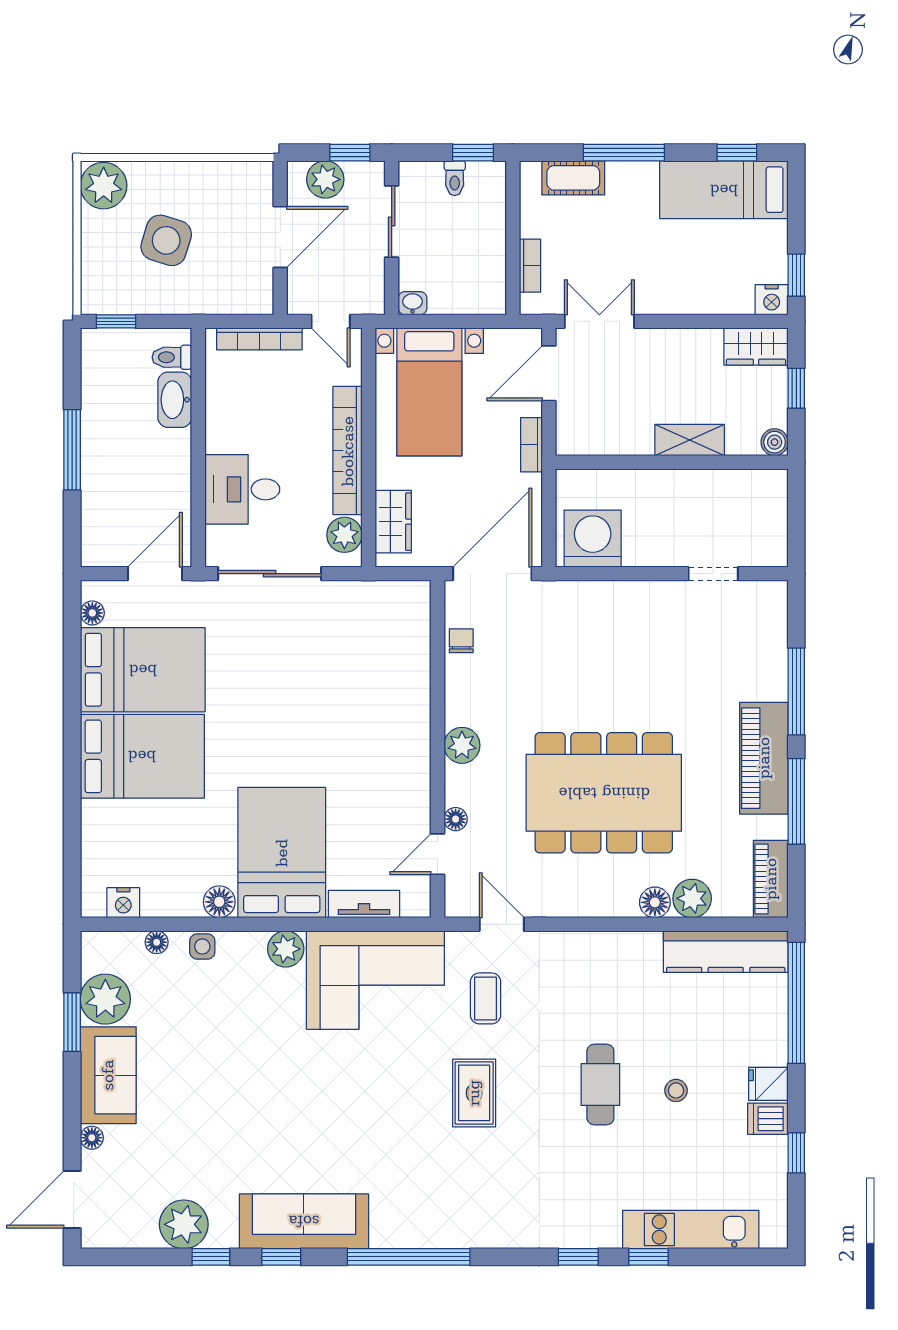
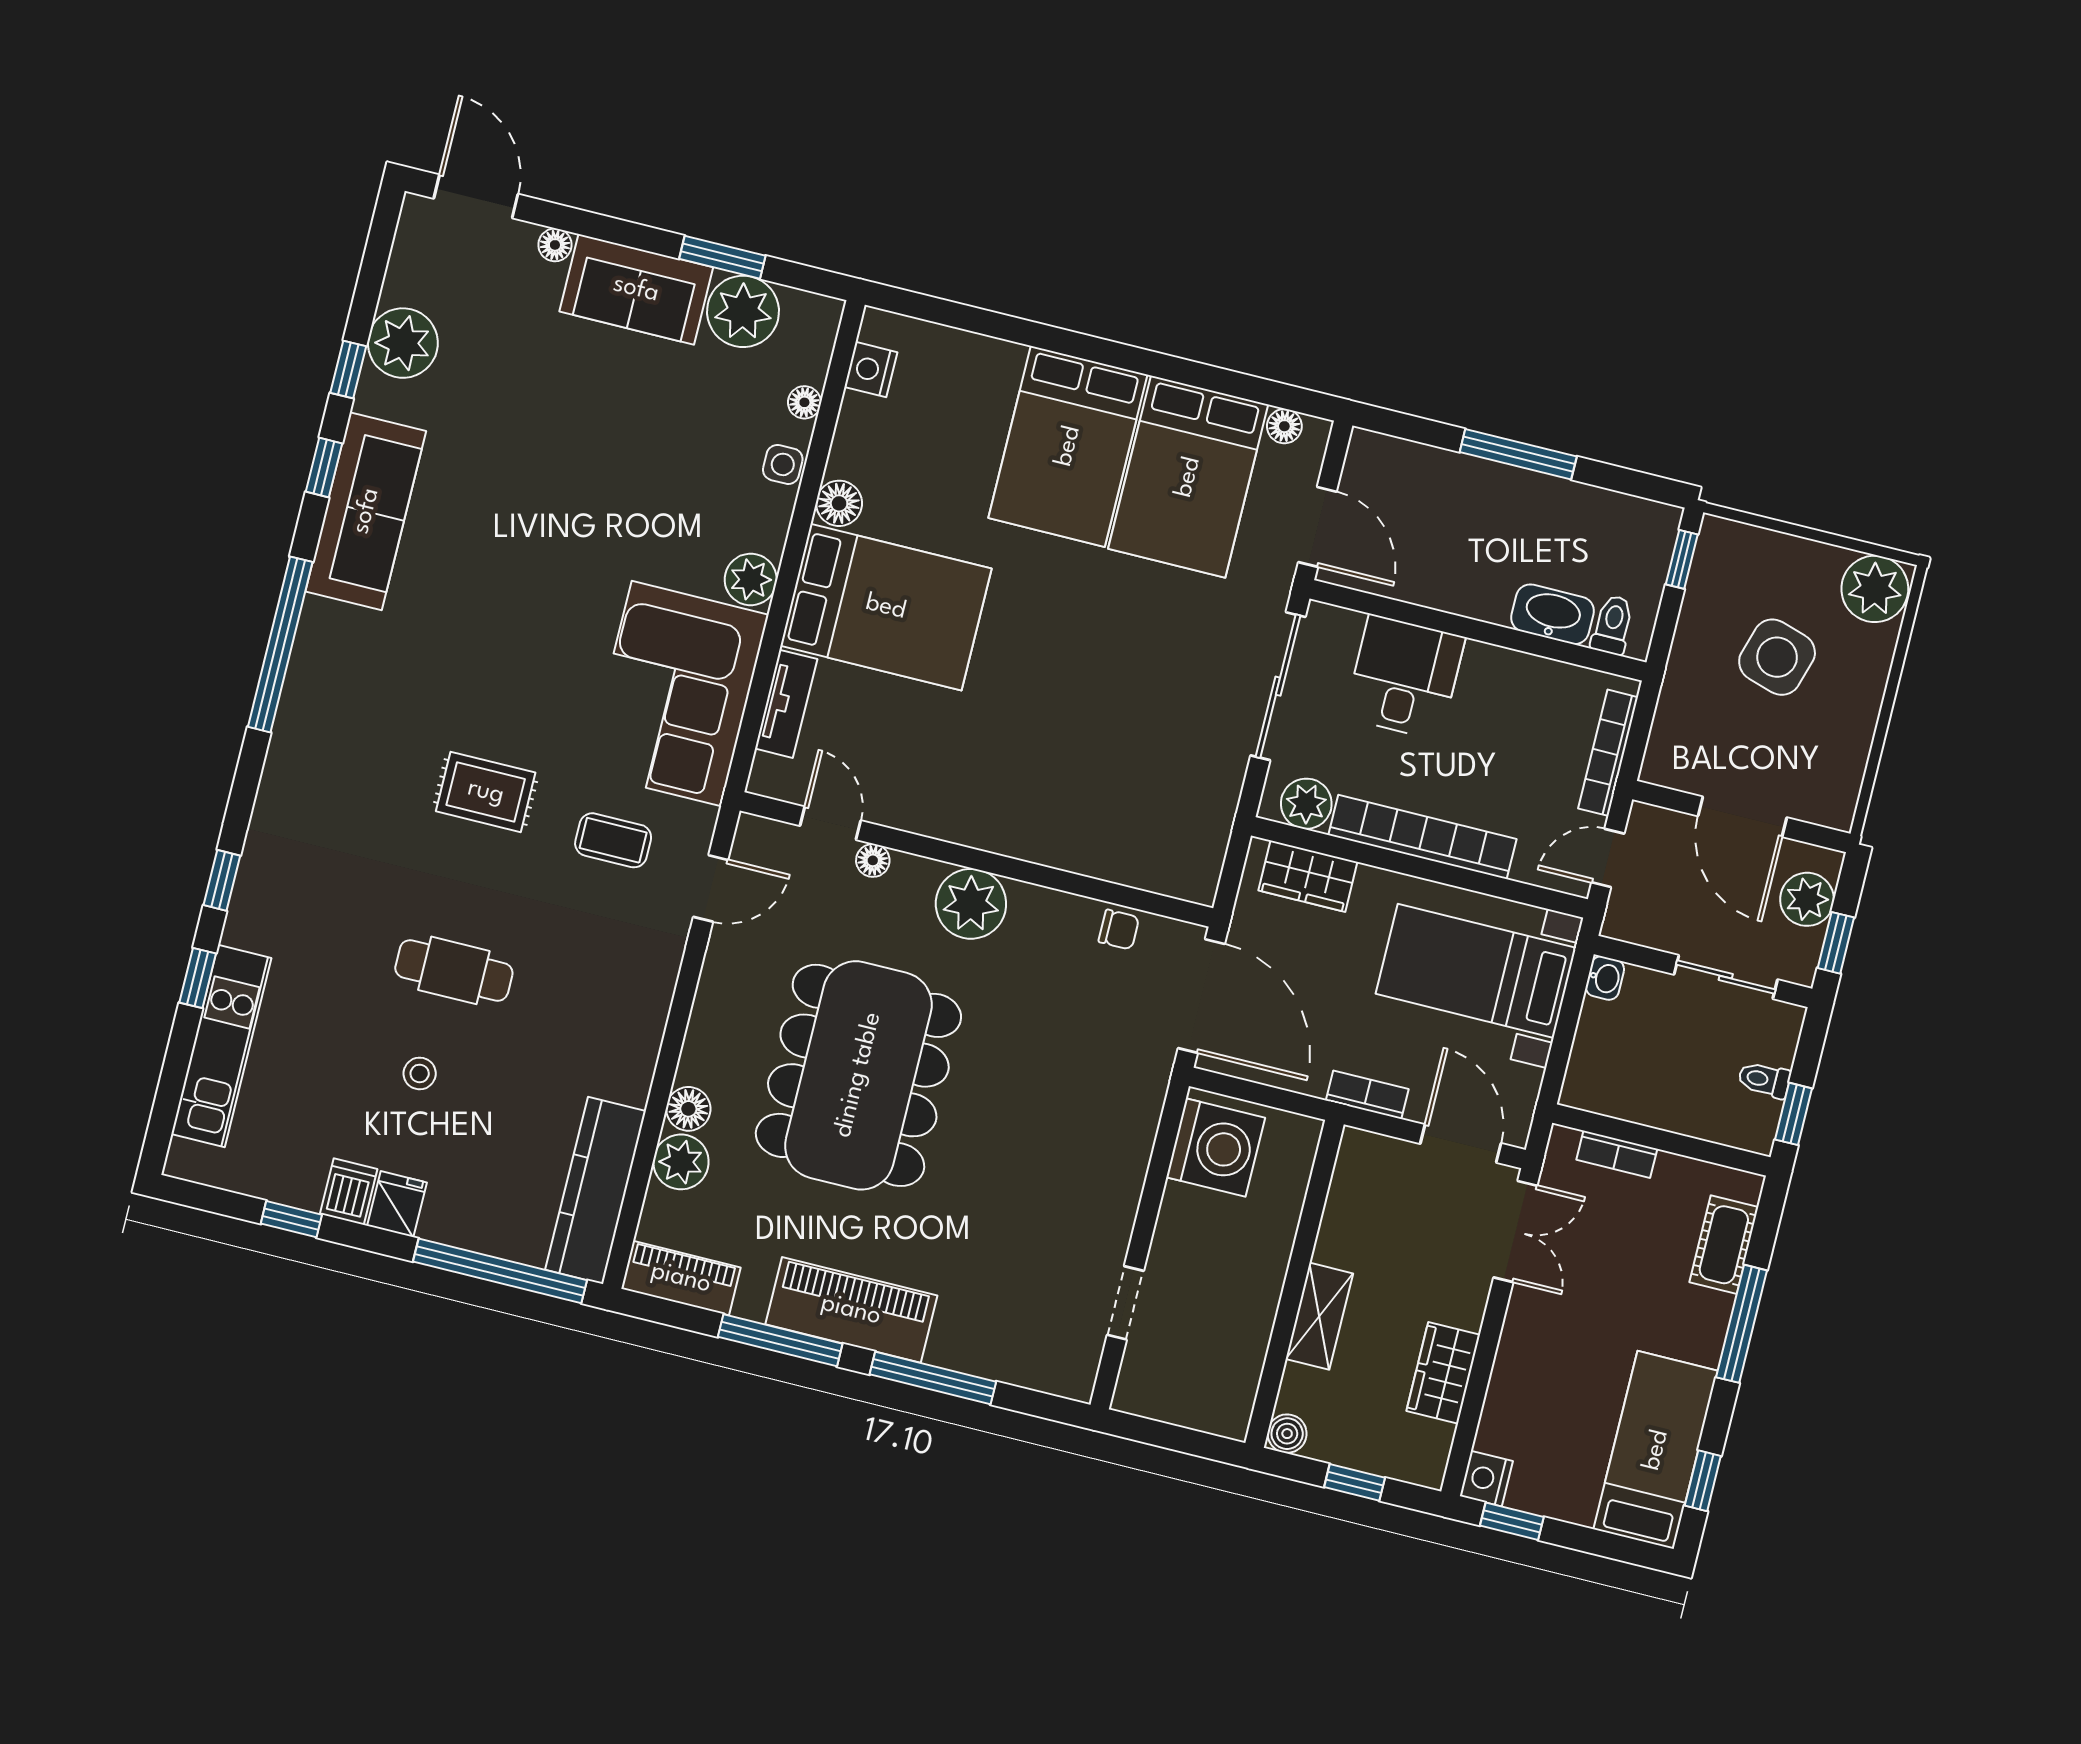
wardrobe: (756, 347) -> (1443, 1373), moved
plant: (462, 745) -> (971, 904), width x1.36, depth x1.36

